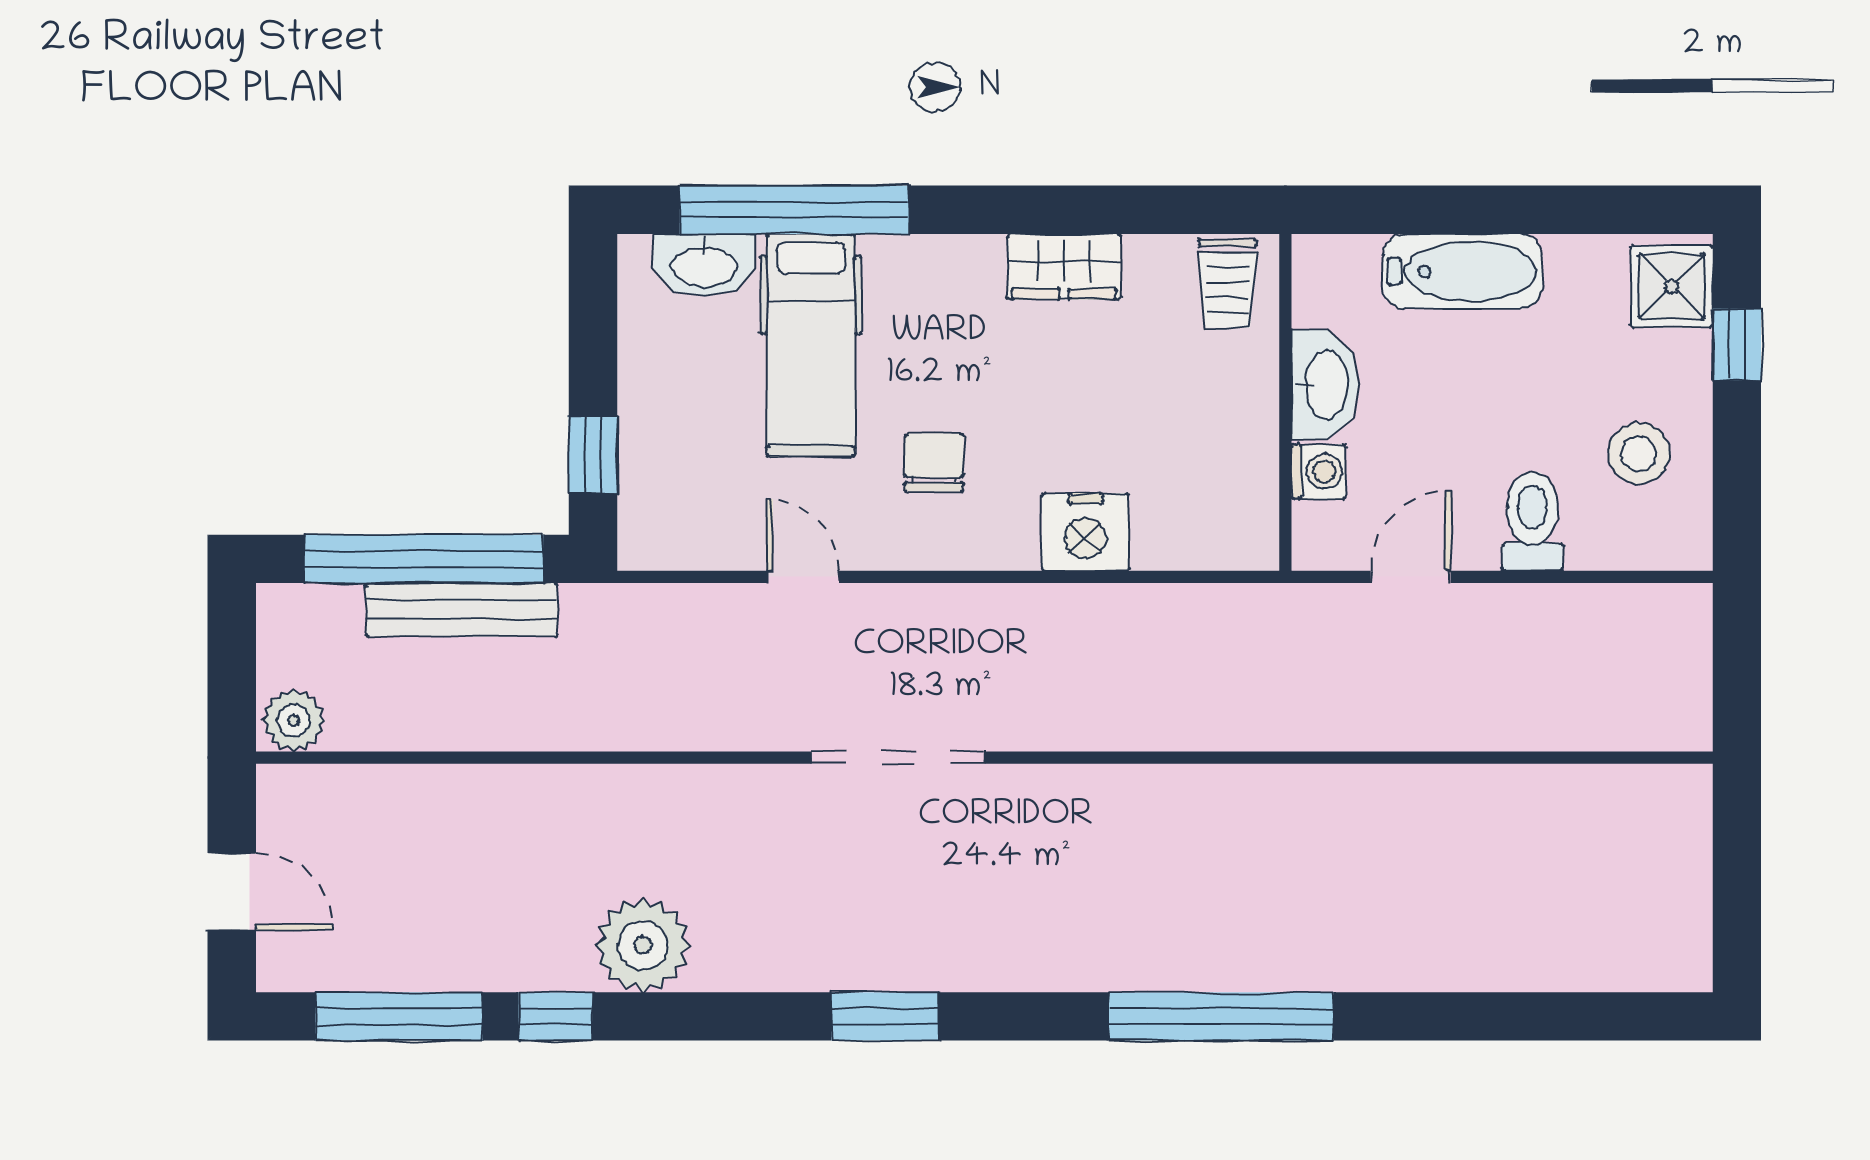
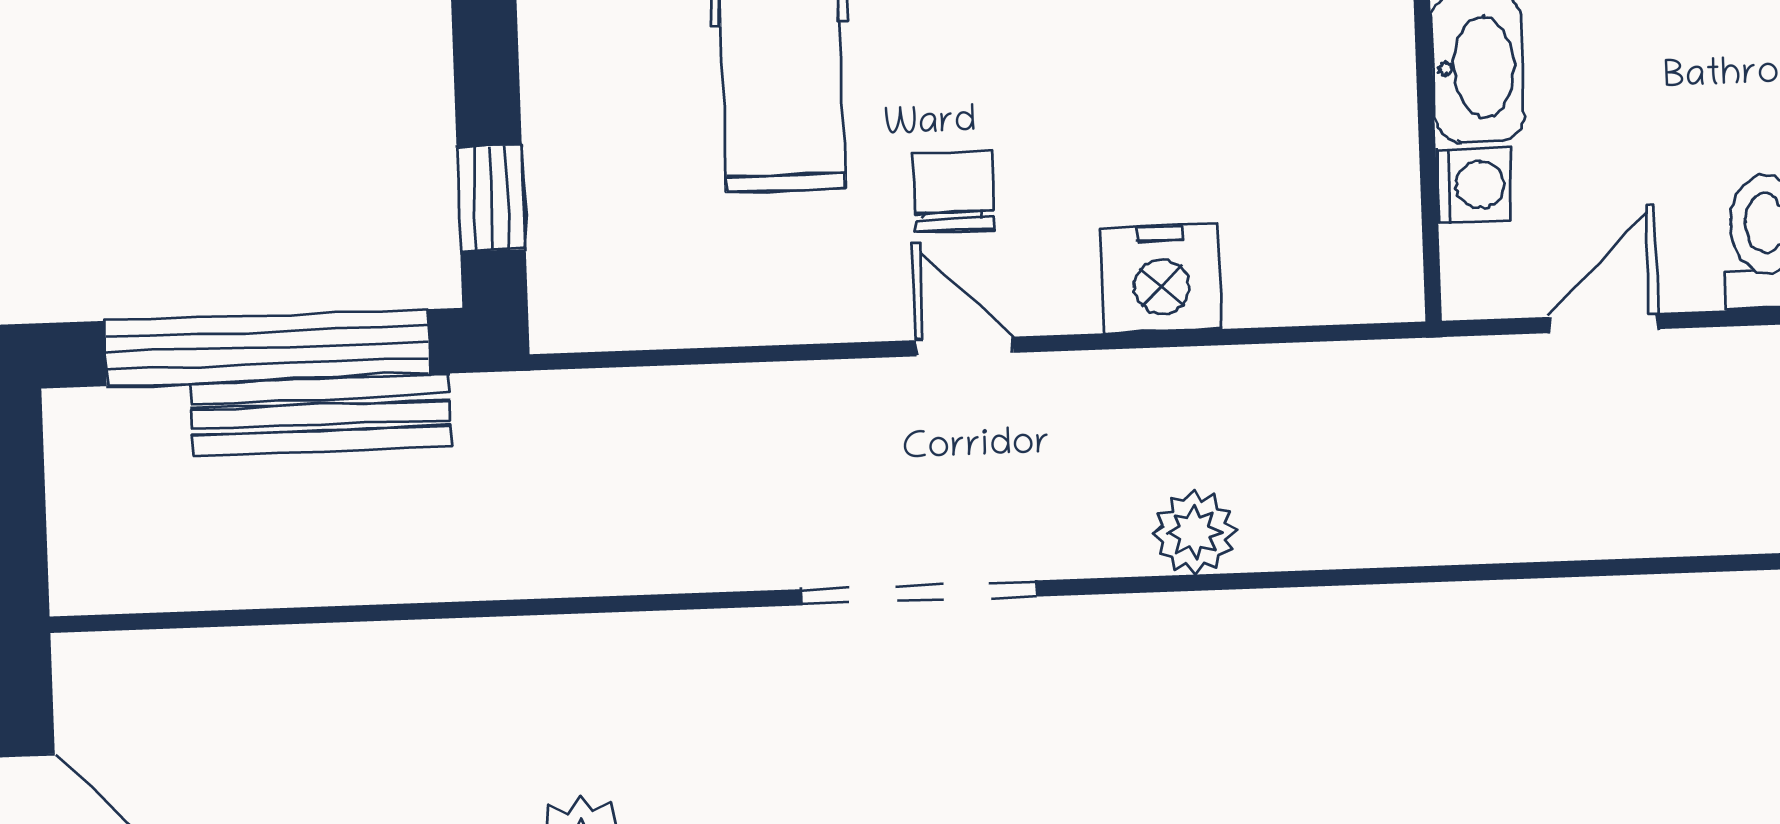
door: (803, 577) -> (965, 346), moved
plant: (294, 720) -> (1195, 533), moved

